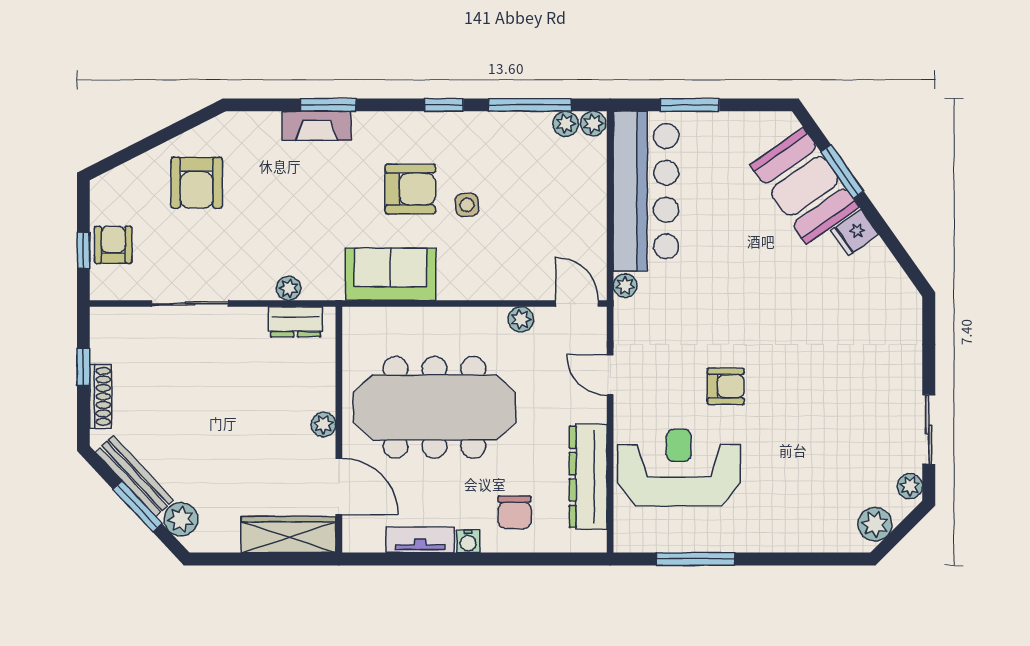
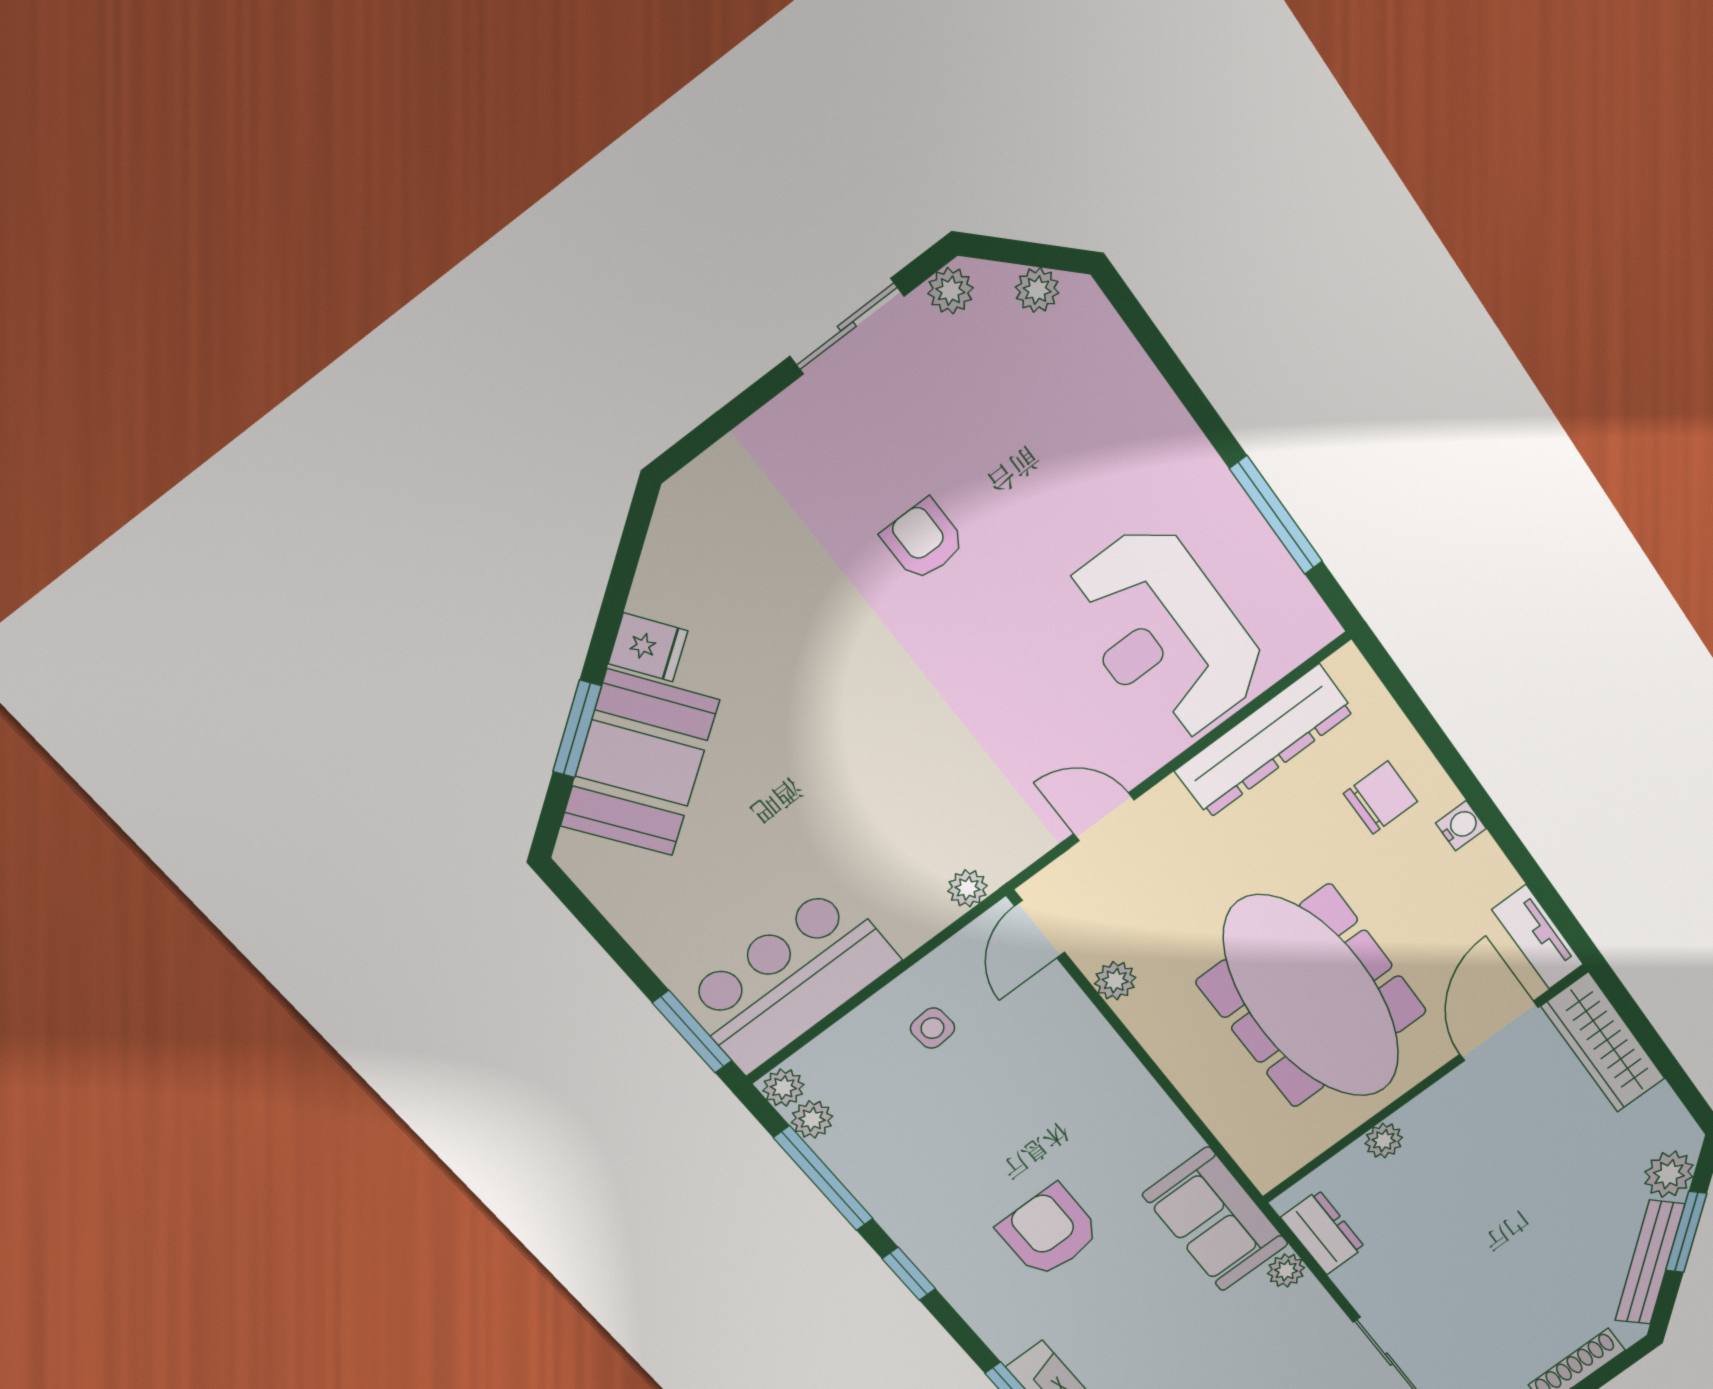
window: (690, 105) -> (692, 1032), moved
bar counter: (646, 191) -> (790, 979), width x0.73
side table: (467, 205) -> (933, 1028), moved
sofa: (390, 274) -> (1215, 1219), moved
door: (610, 375) -> (1104, 817), swing flipped
armchair: (726, 386) -> (923, 540), moved
plant: (323, 425) -> (1384, 1141), moved
plant: (875, 524) -> (1037, 290), width x0.73, depth x0.73
tv unit: (420, 540) -> (1538, 937), moved

